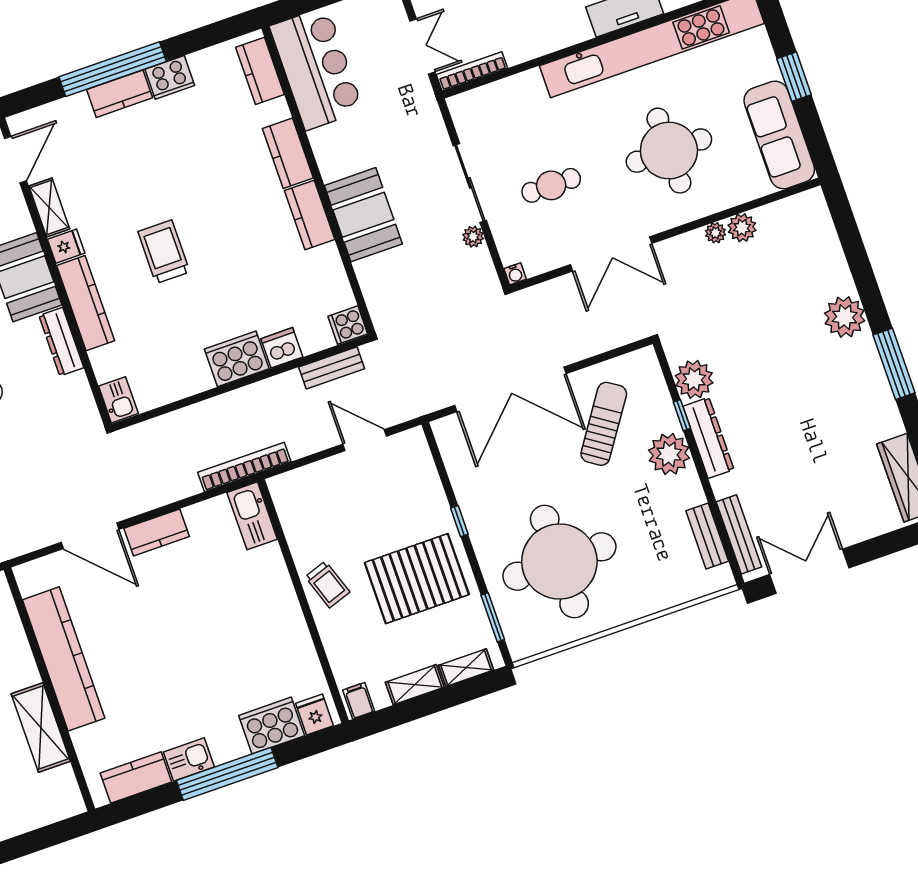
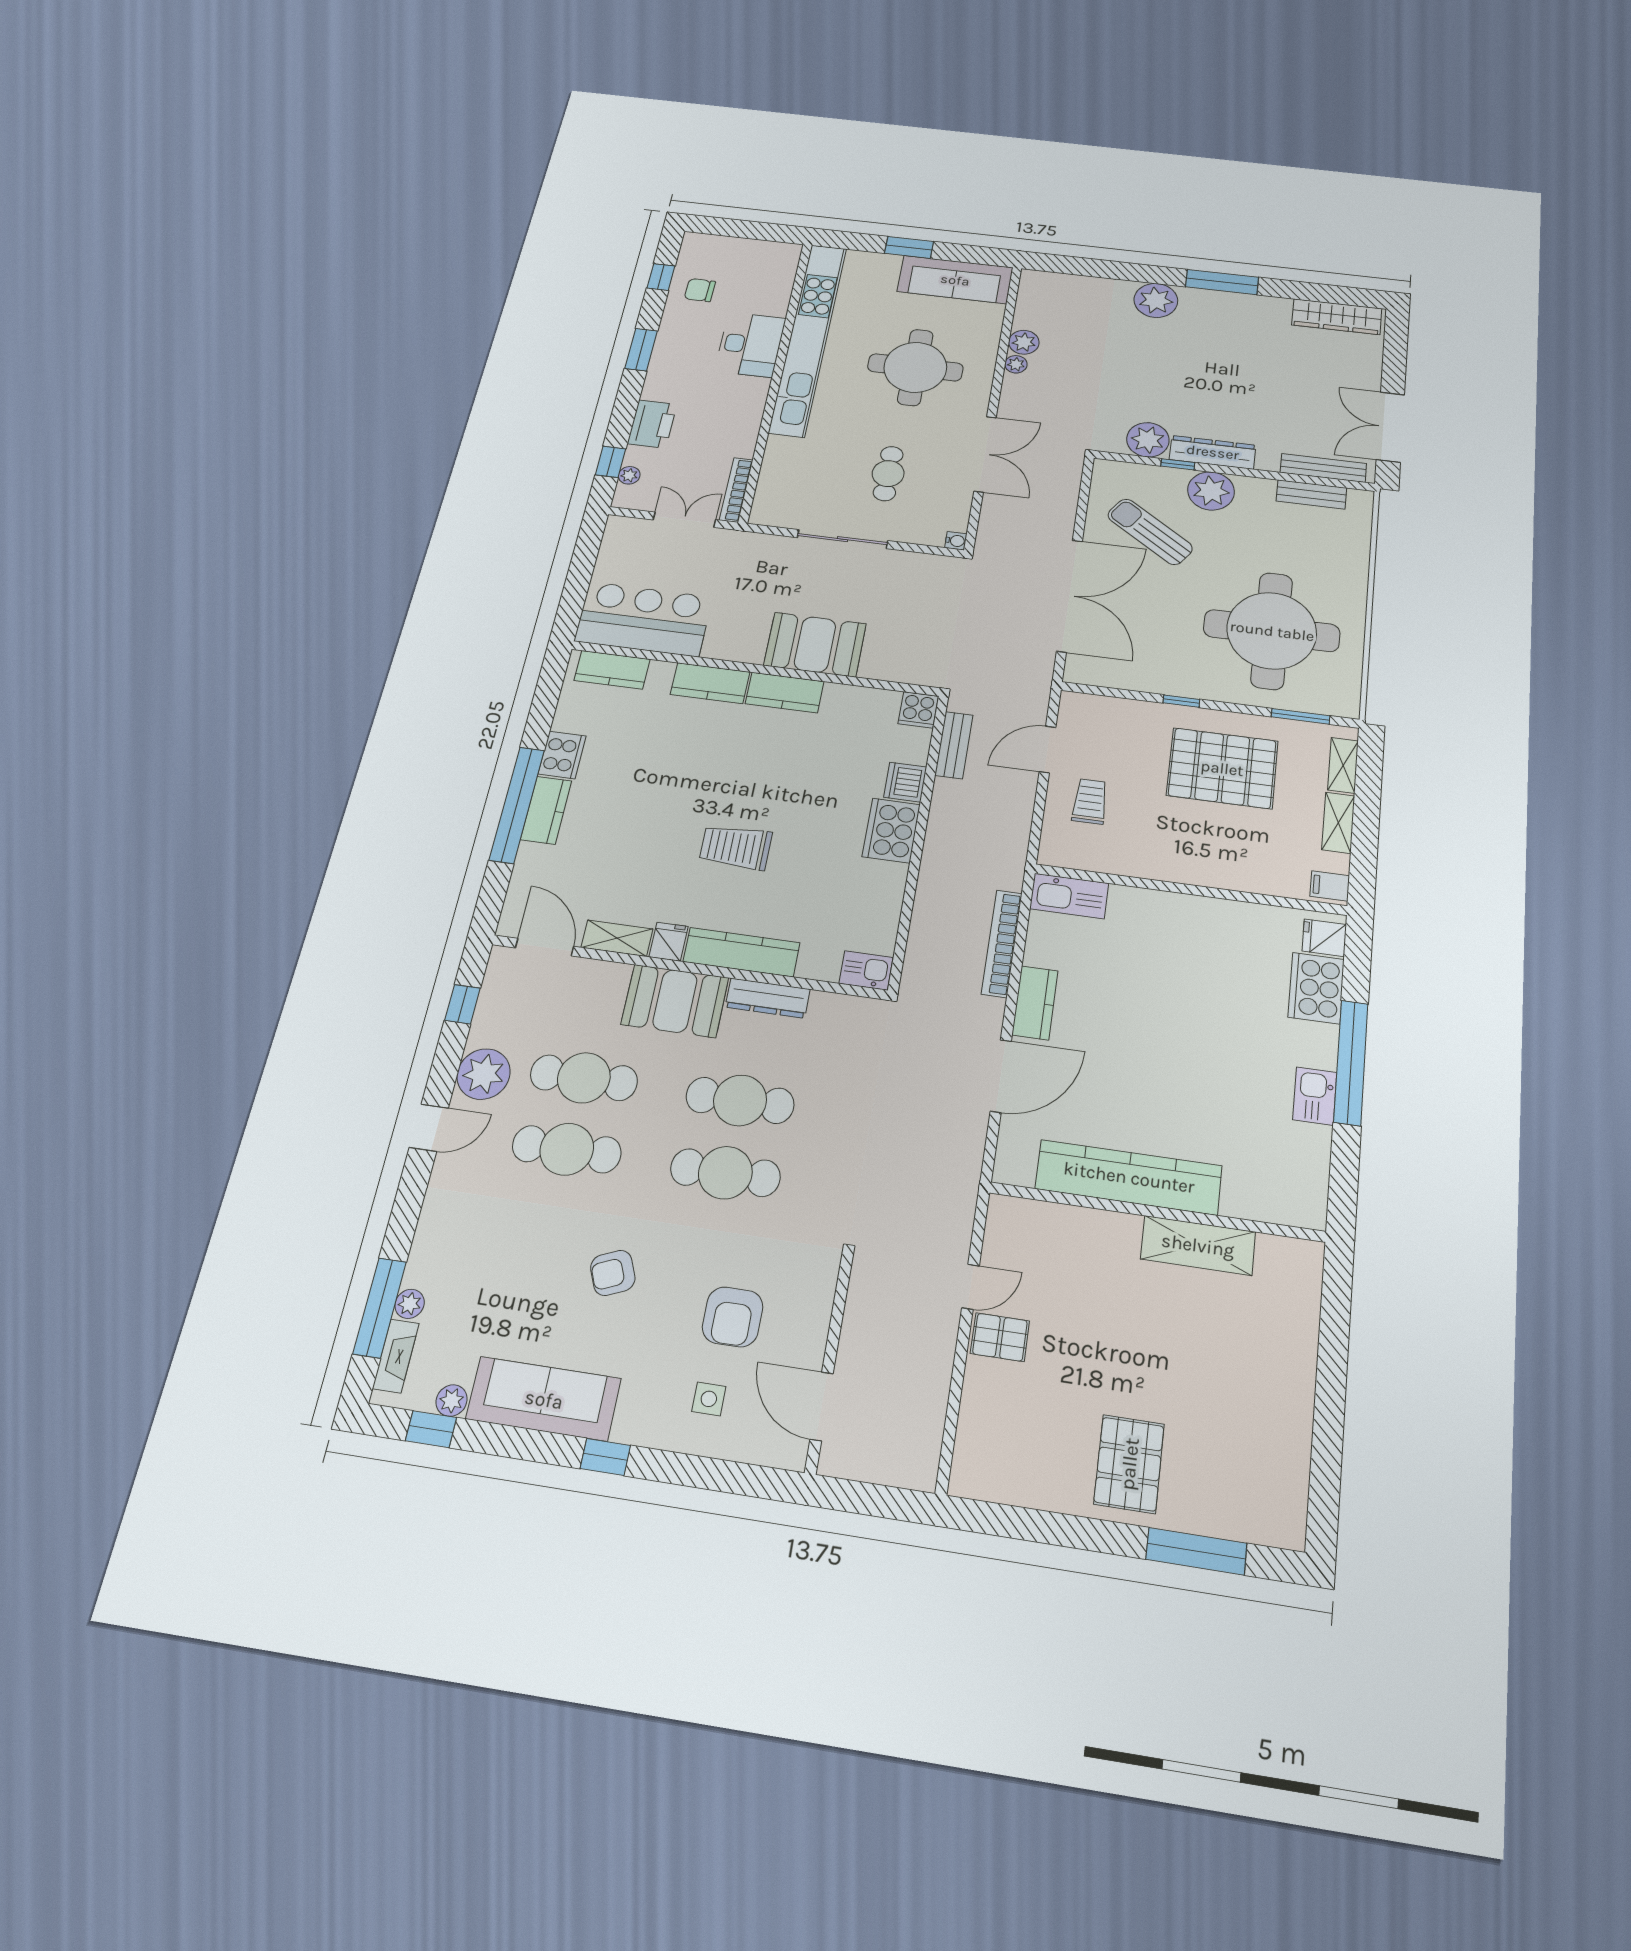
plant: (473, 237) -> (897, 560), removed
bookcase: (244, 467) -> (1002, 943), moved
pallet: (417, 579) -> (1222, 768), turned 90
trolley: (328, 585) -> (1090, 801), moved, turned -71
kitchen counter: (136, 778) -> (1309, 1166), removed

